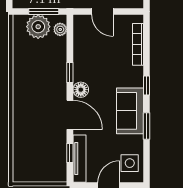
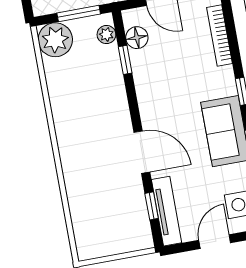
plant: (38, 27) -> (55, 40), moved
window: (70, 72) -> (125, 60), moved
floor lamp: (81, 90) -> (137, 38), moved

